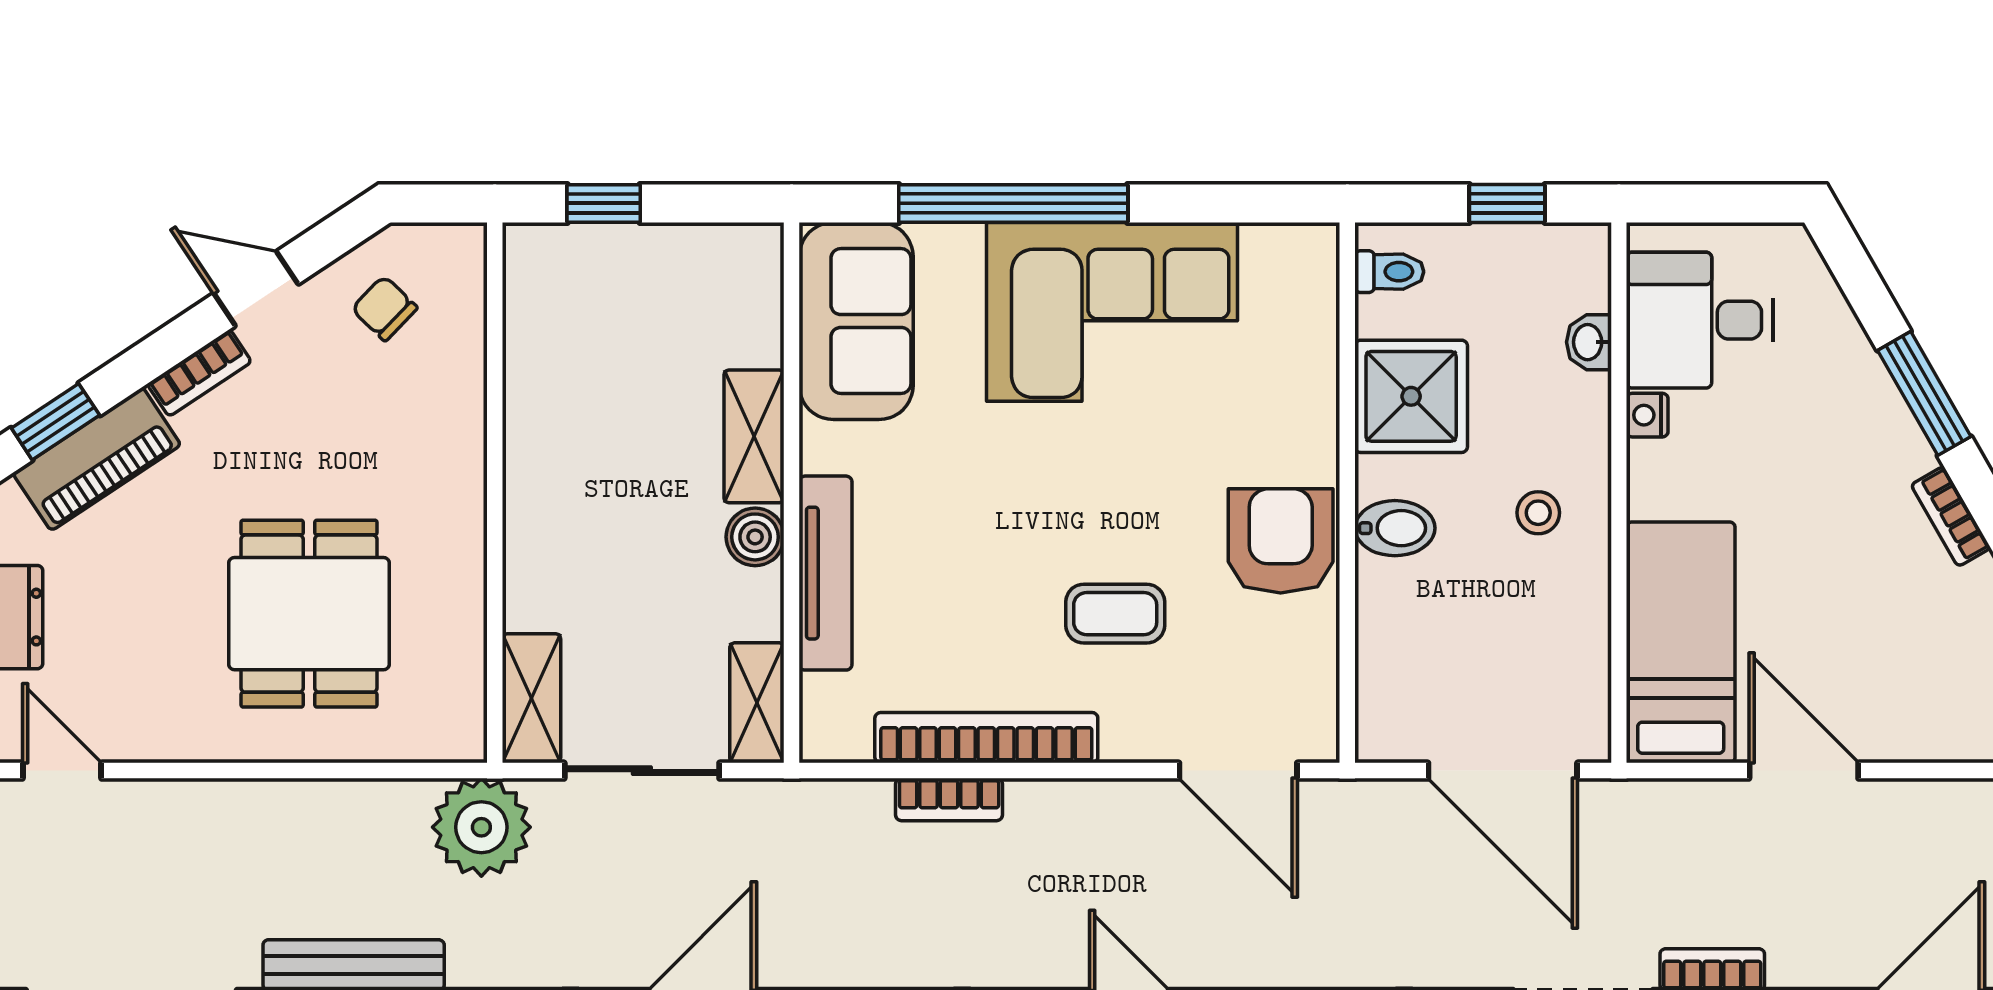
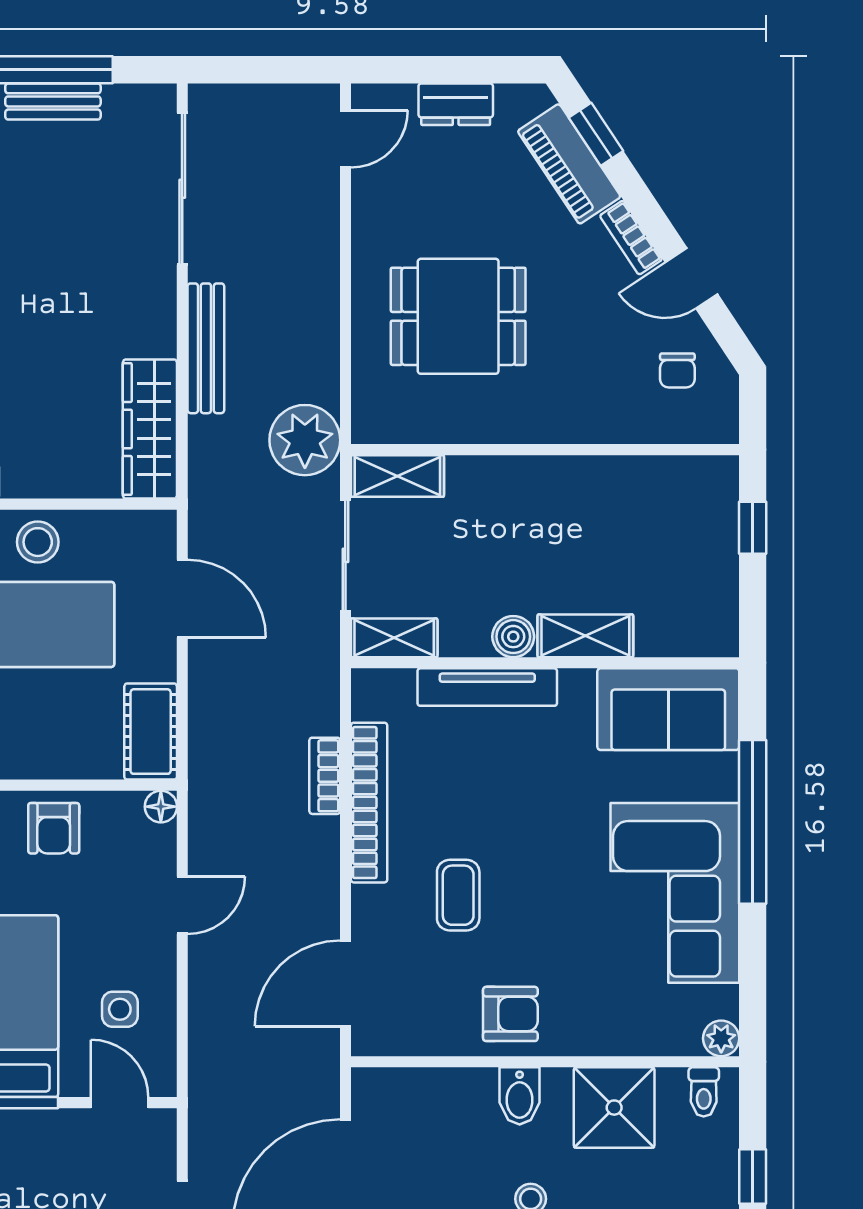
plant: (1315, 247) -> (721, 1038), added
door: (256, 289) -> (691, 278), swing flipped
chair: (384, 308) -> (677, 370), turned 136
armchair: (1281, 541) -> (510, 1014), width x0.72, depth x0.72

